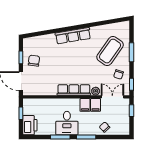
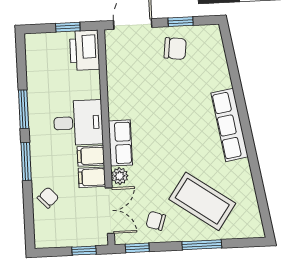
row of seats: (74, 90) -> (120, 143), width x0.68
desk: (67, 123) -> (78, 123), moved, turned 180
printer: (30, 125) -> (85, 50), moved, turned 90

